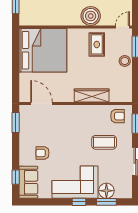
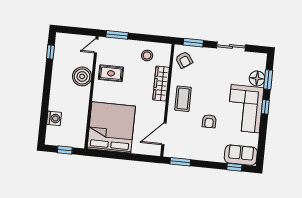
door: (122, 27) -> (96, 46), hinge flipped
stool: (125, 61) -> (147, 55), moved
armchair: (118, 116) -> (184, 60), turned 146
coffee table: (104, 142) -> (183, 99), moved
armchair: (42, 153) -> (209, 121), moved

